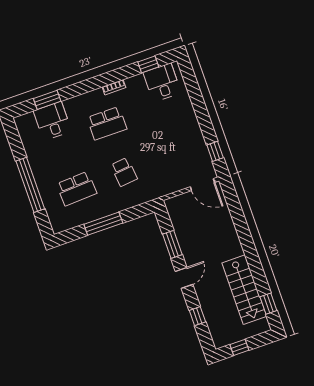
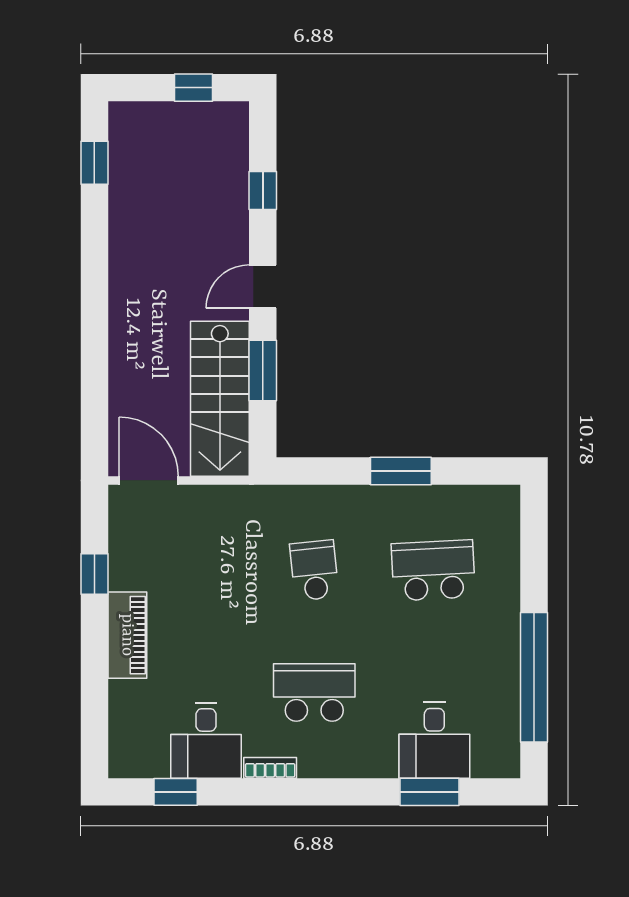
desk: (162, 83) -> (206, 740), moved
piano: (189, 120) -> (127, 635), added
window: (215, 151) -> (94, 574), moved
window: (30, 185) -> (534, 677), moved
window: (103, 224) -> (401, 471), width x0.69
stairs: (244, 290) -> (220, 399), moved, turned 180

